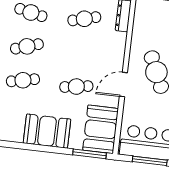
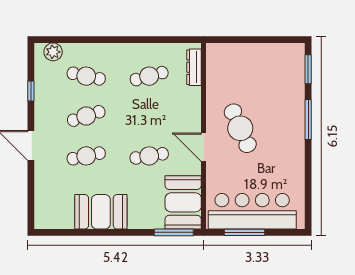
door: (123, 85) -> (204, 147), hinge flipped
booth: (47, 131) -> (101, 212), moved

